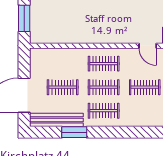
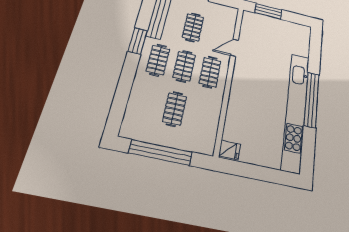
door: (148, 46) -> (234, 48), moved
window: (74, 132) -> (138, 41), moved

